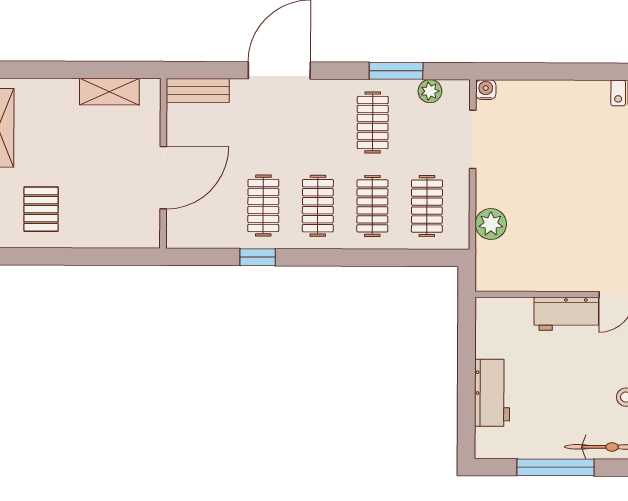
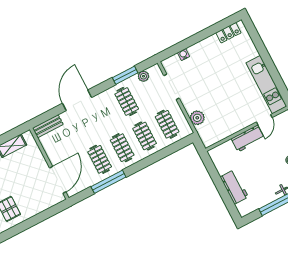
water cooler: (486, 90) -> (183, 55), moved
door: (163, 178) -> (58, 180), moved
window: (258, 257) -> (108, 182), width x2.17

